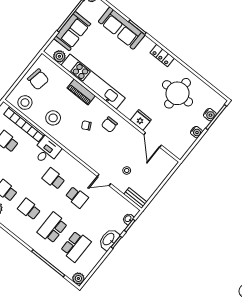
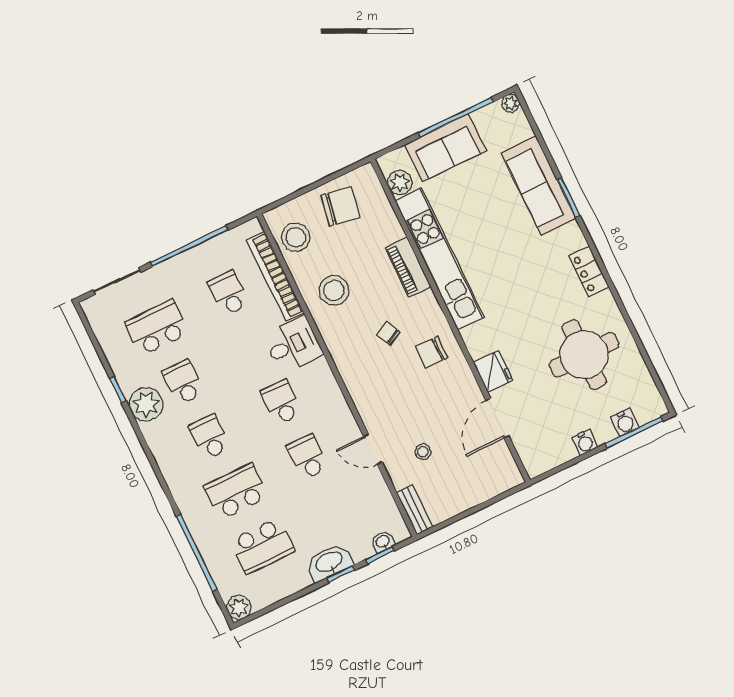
chair: (38, 79) -> (340, 206), turned -90
school desk: (77, 197) -> (308, 457), turned 180

